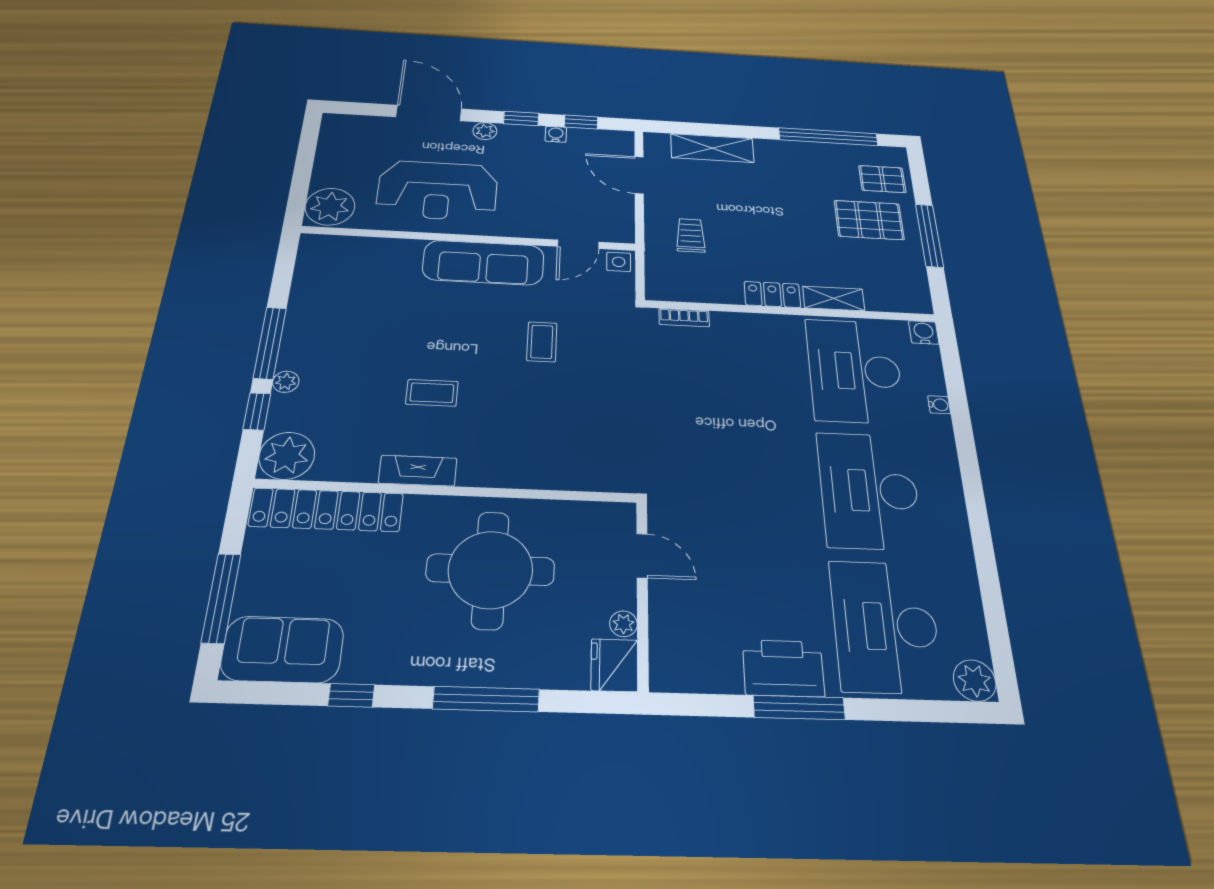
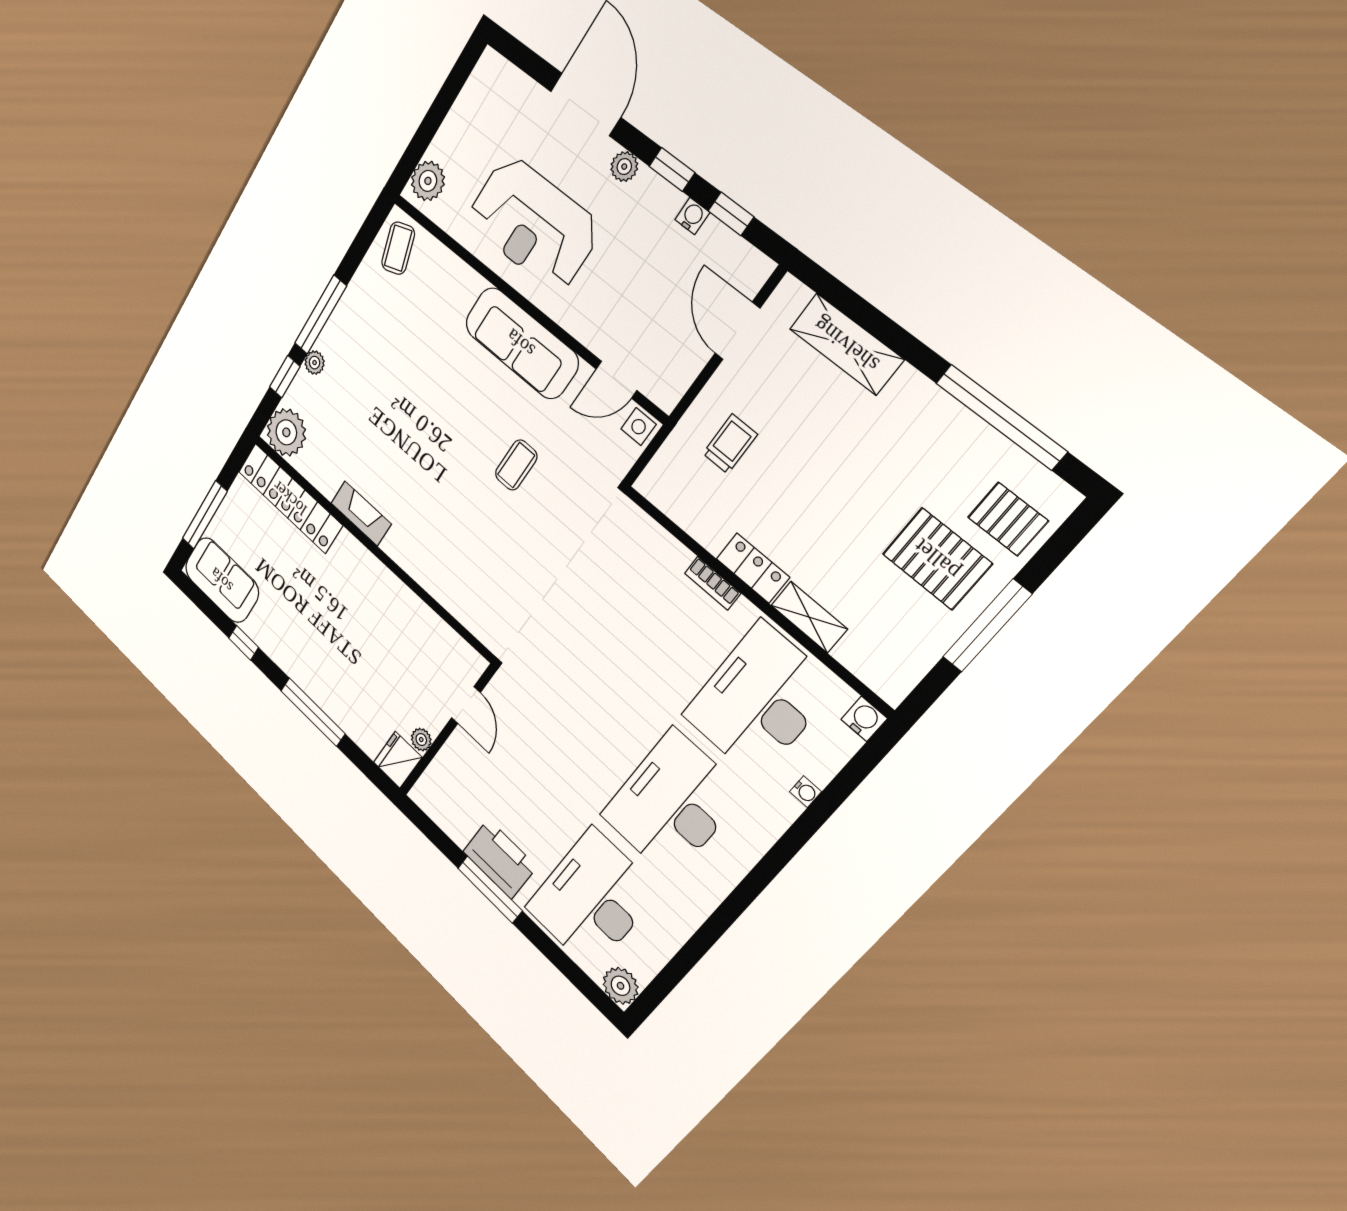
plant: (330, 207) -> (428, 181), width x0.73, depth x0.73
bookcase: (684, 318) -> (713, 583), moved
coffee table: (432, 393) -> (398, 248), moved, turned 72
round table: (490, 570) -> (364, 630), removed

